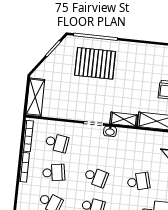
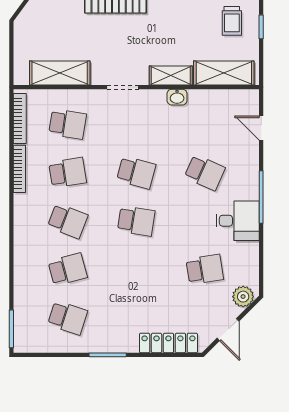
shelving: (35, 97) -> (60, 73), moved, turned 90
washbasin: (110, 131) -> (177, 97), moved
school desk: (138, 181) -> (205, 173), turned 39

